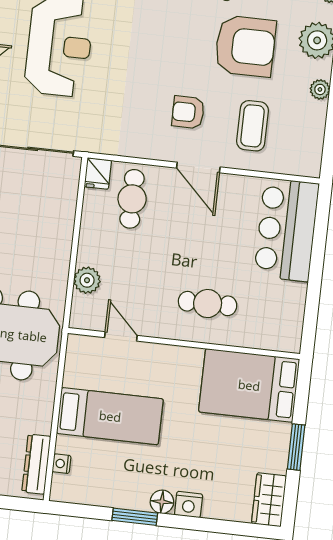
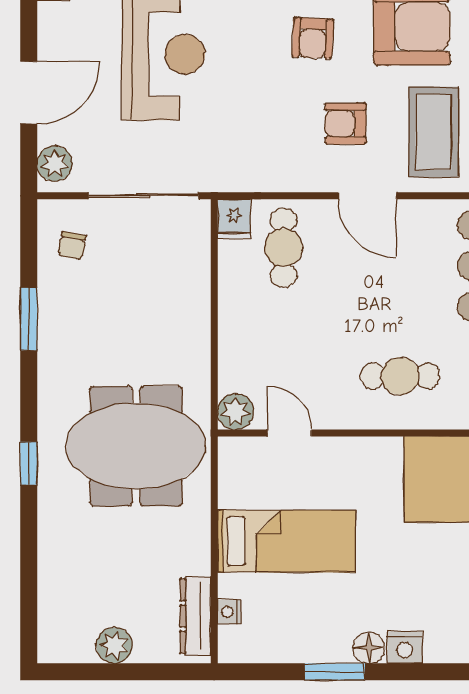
armchair: (171, 46) -> (313, 38), added
coffee table: (252, 126) -> (434, 132), width x1.36, depth x1.32
plant: (87, 280) -> (236, 411), moved

